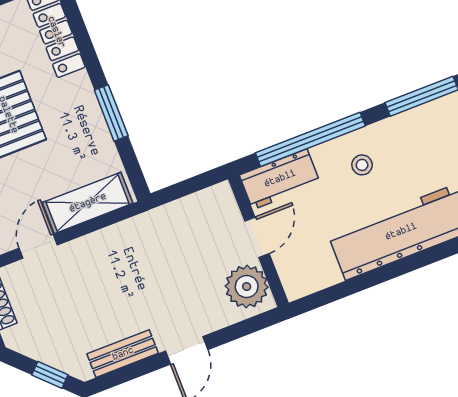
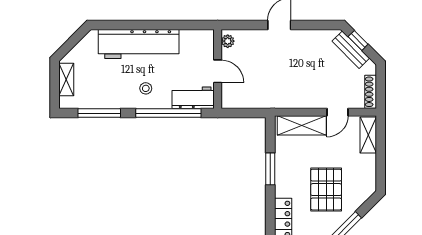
door: (257, 237) -> (218, 71), swing flipped
plant: (247, 287) -> (228, 41), width x0.53, depth x0.53
bench: (123, 354) -> (351, 50), moved, turned 45

